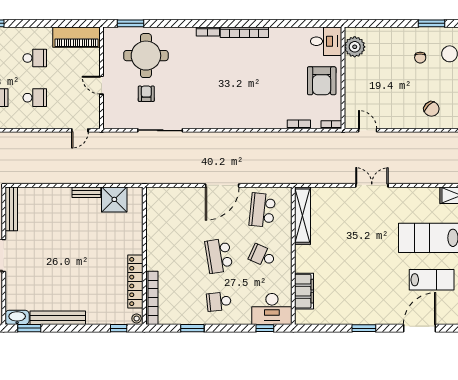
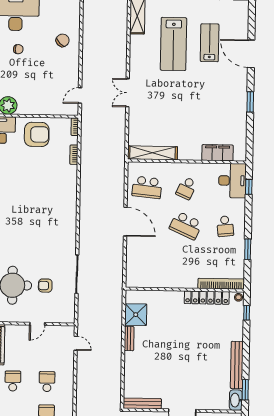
school desk: (219, 256) -> (186, 225), turned 33

